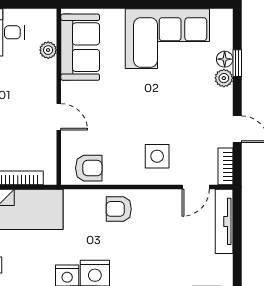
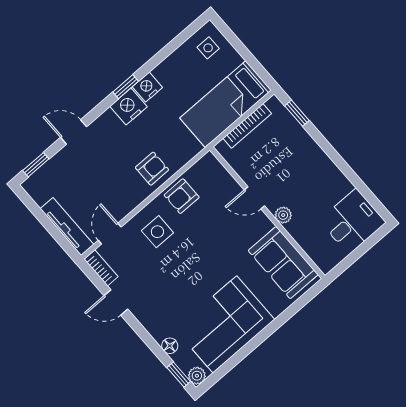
plant: (48, 50) -> (283, 215), moved
window: (237, 63) -> (179, 375), moved
plant: (224, 78) -> (197, 376), moved
armchair: (89, 168) -> (182, 196), moved

